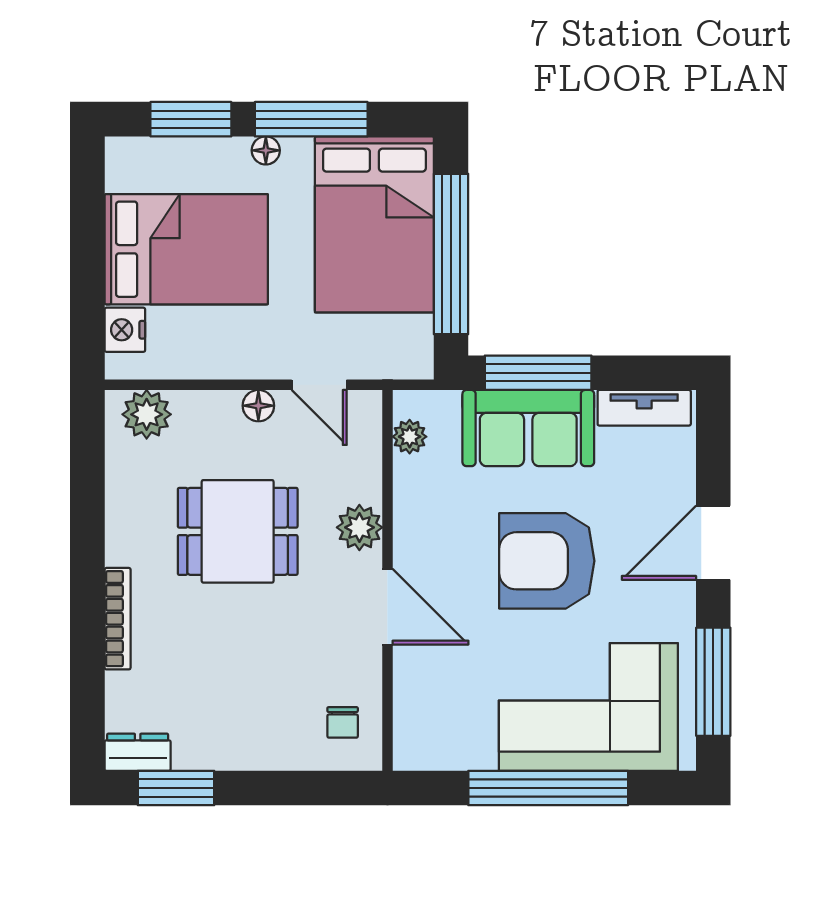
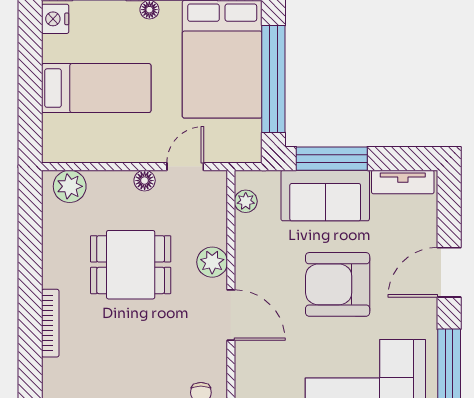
bed: (186, 249) -> (96, 88), width x0.67
nightstand: (125, 330) -> (55, 19), moved
door: (319, 385) -> (185, 167), swing flipped

